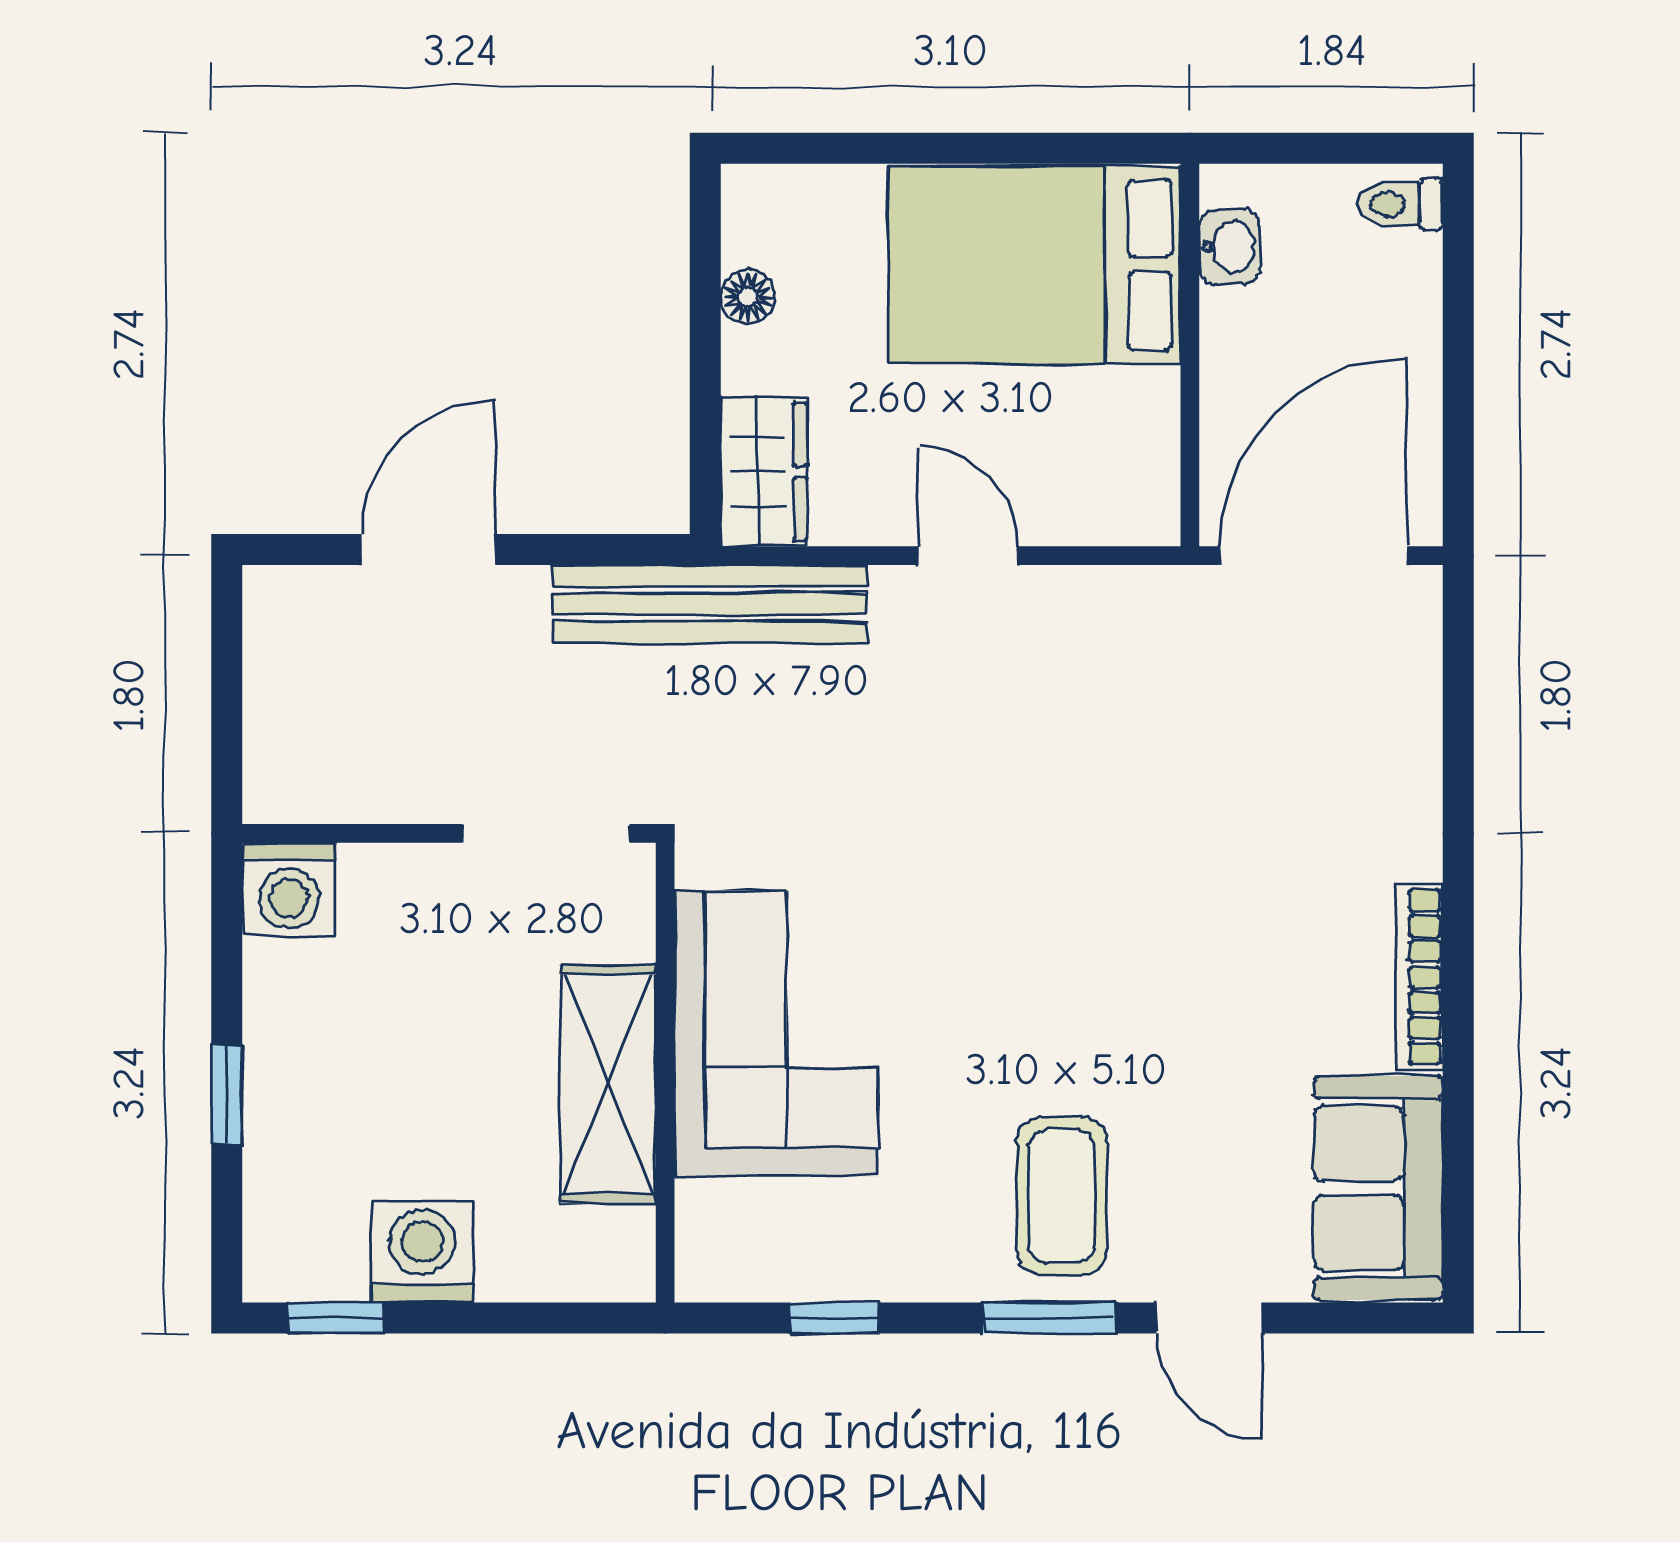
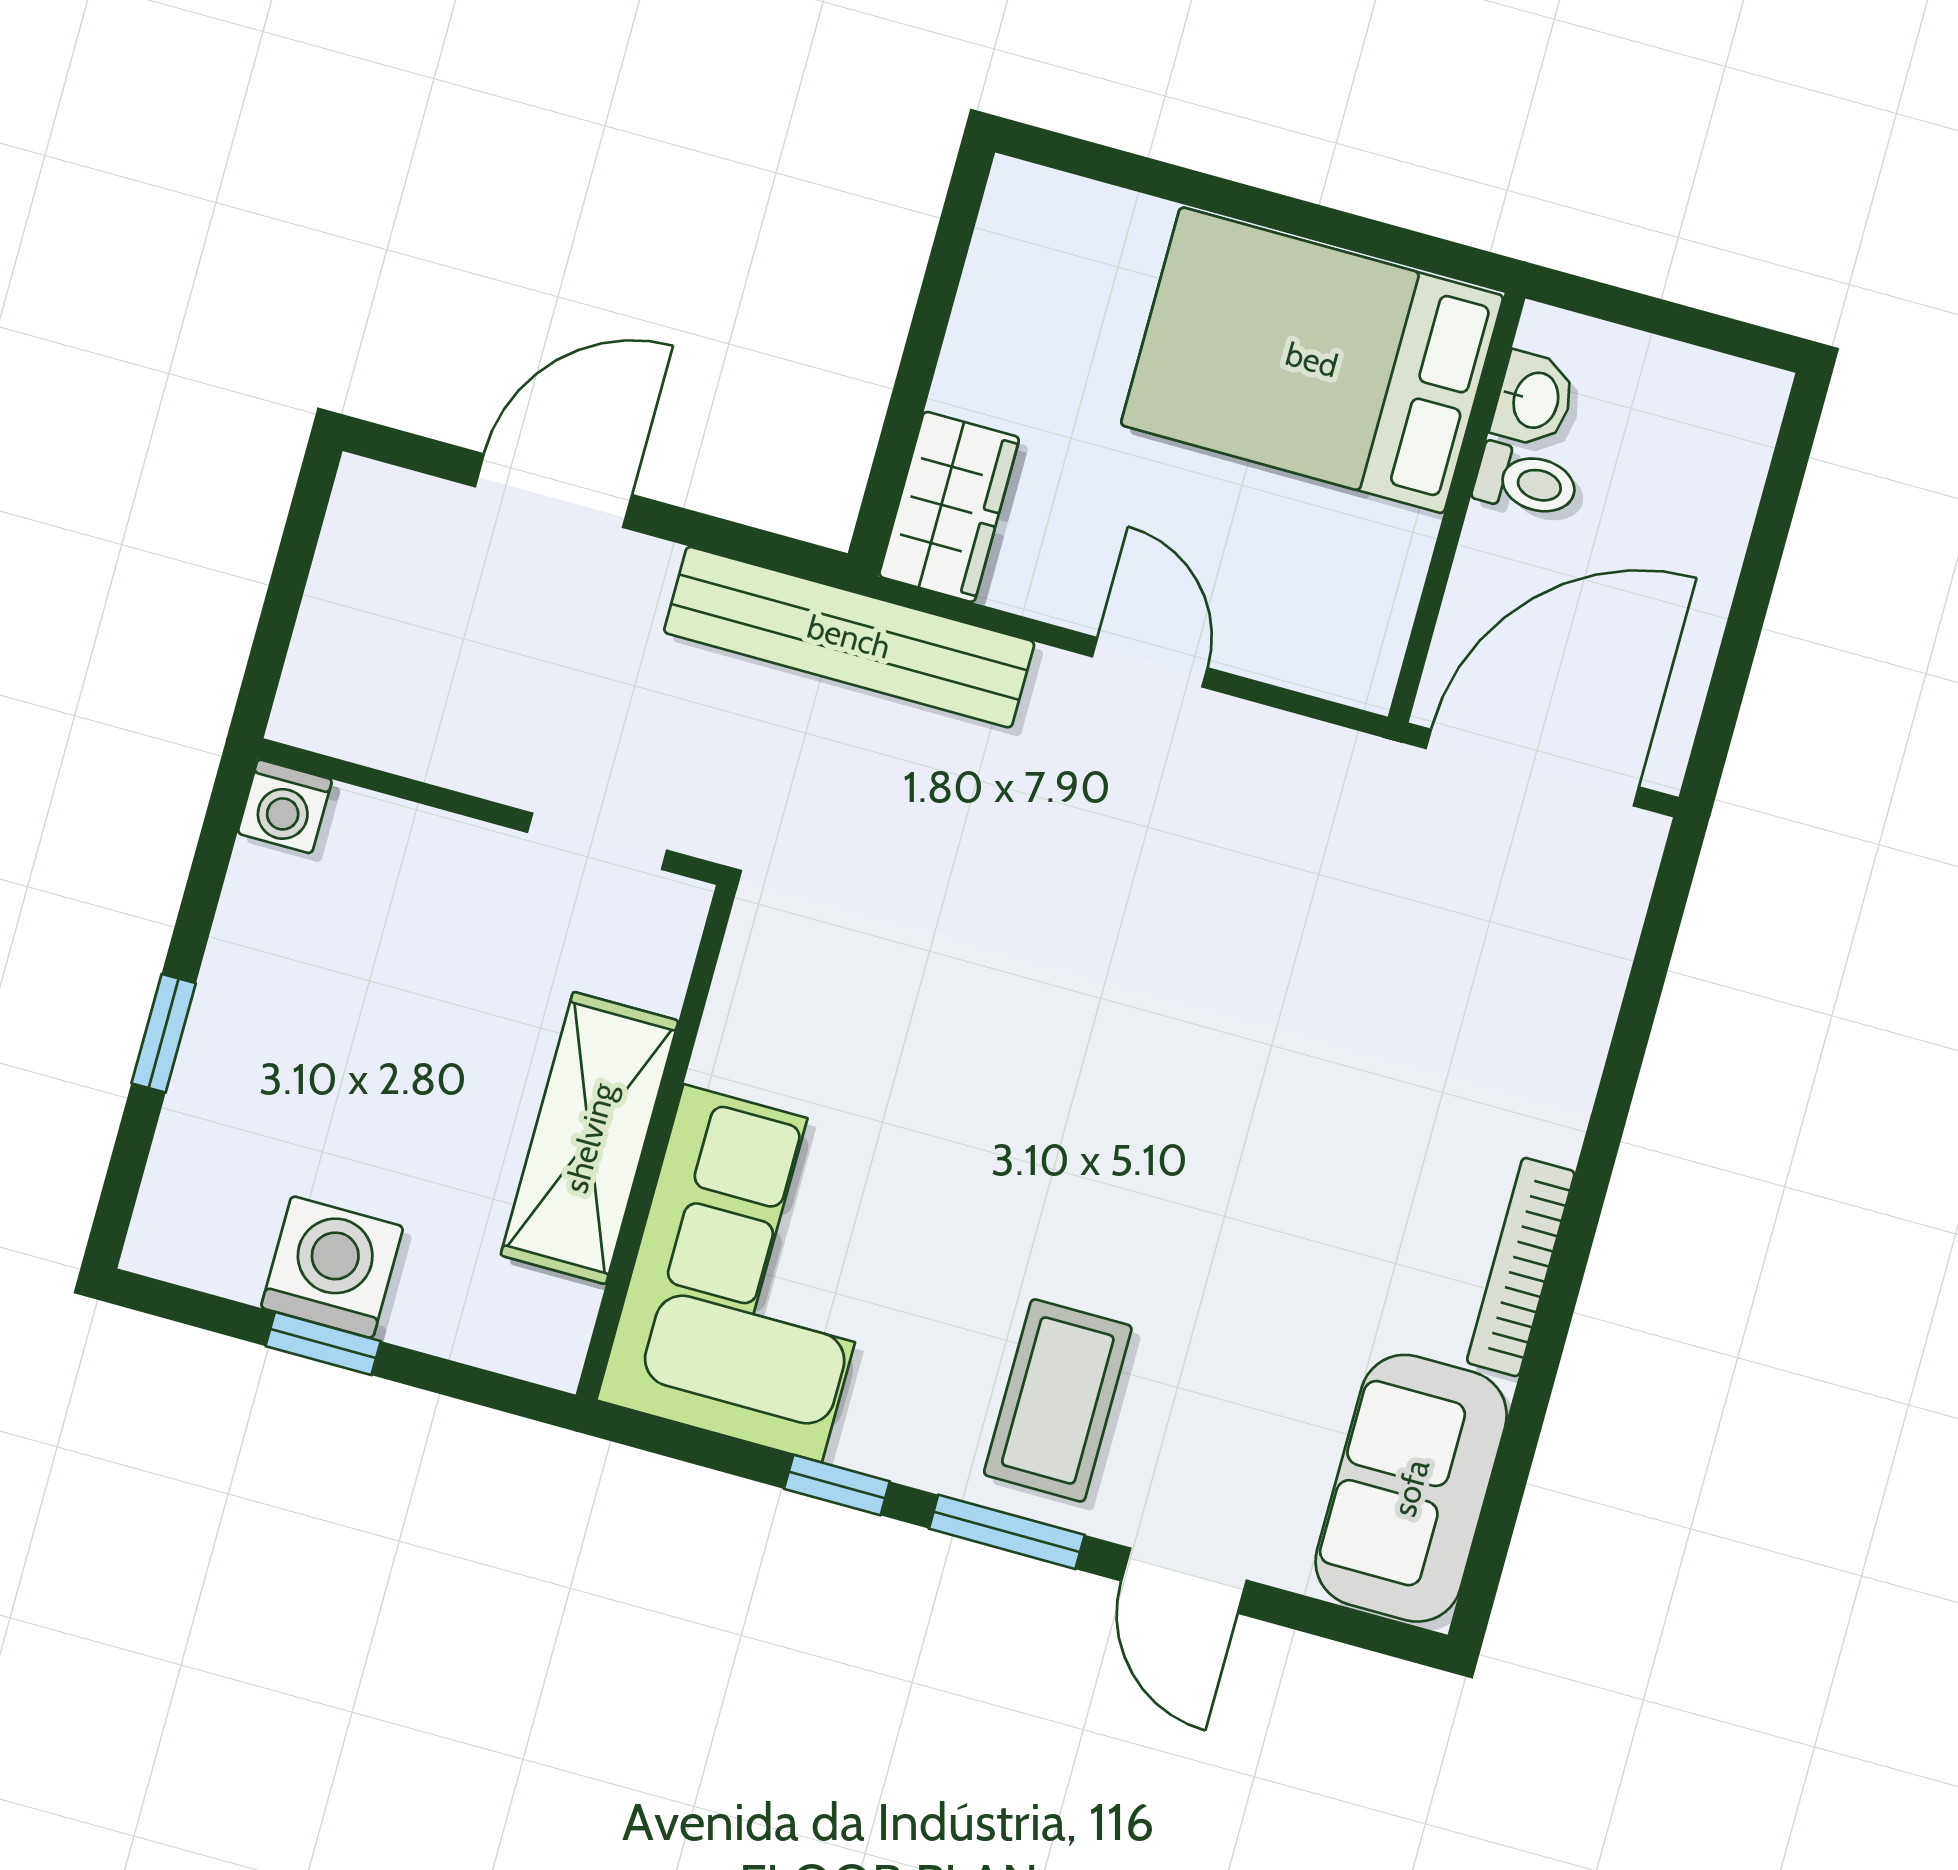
toilet: (1400, 204) -> (1526, 481), moved, turned 180
floor lamp: (748, 297) -> (985, 308), removed
doorway: (546, 833) -> (597, 841), width x0.73
washing machine: (289, 889) -> (285, 806), width x0.73, depth x0.73
corner sofa: (776, 1034) -> (753, 1273), moved
window: (336, 1318) -> (323, 1344), moved
window: (834, 1318) -> (837, 1485), moved

